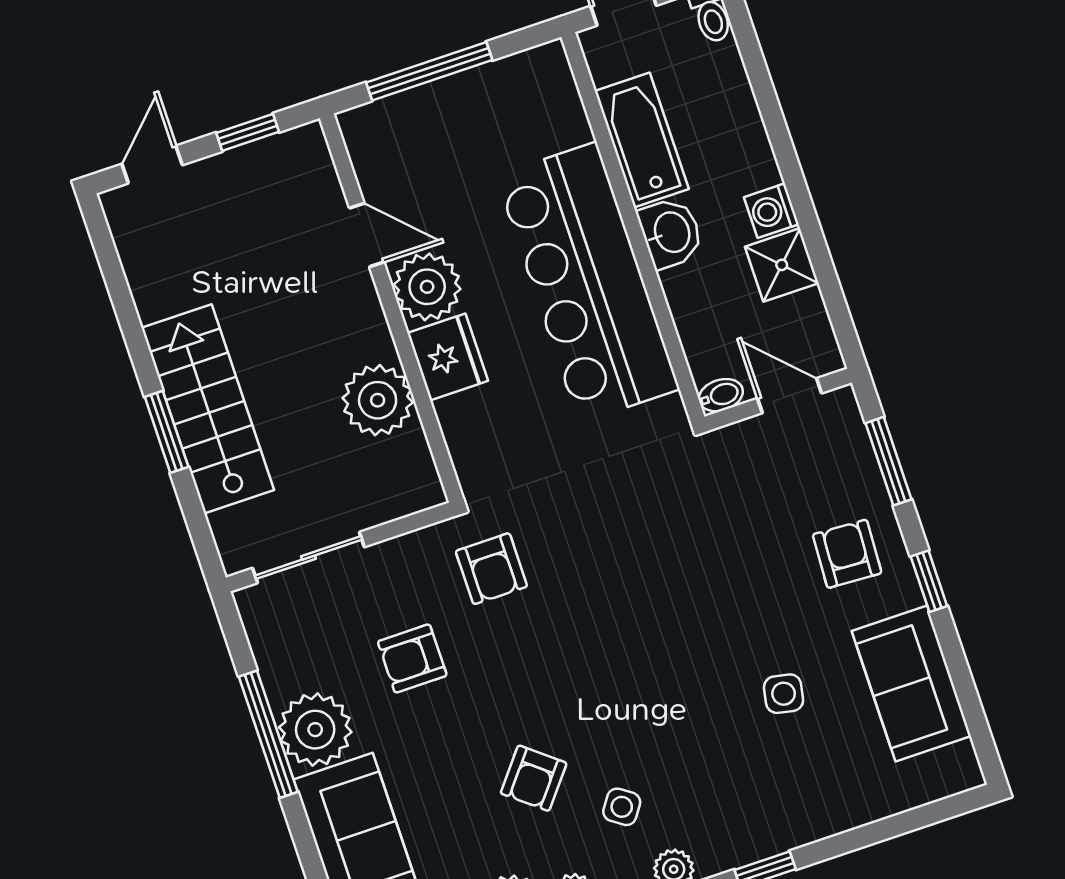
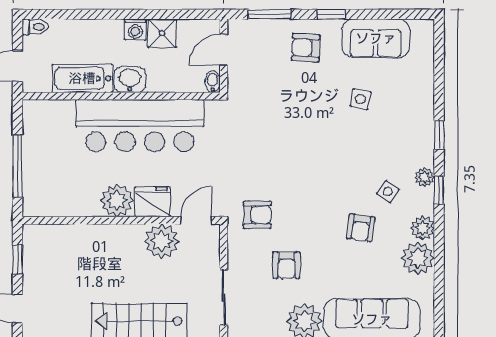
door: (367, 235) -> (196, 220), moved
armchair: (534, 778) -> (361, 228), turned 59

